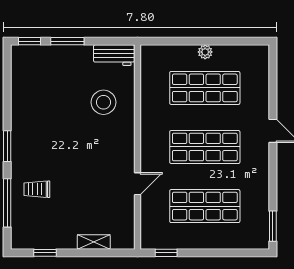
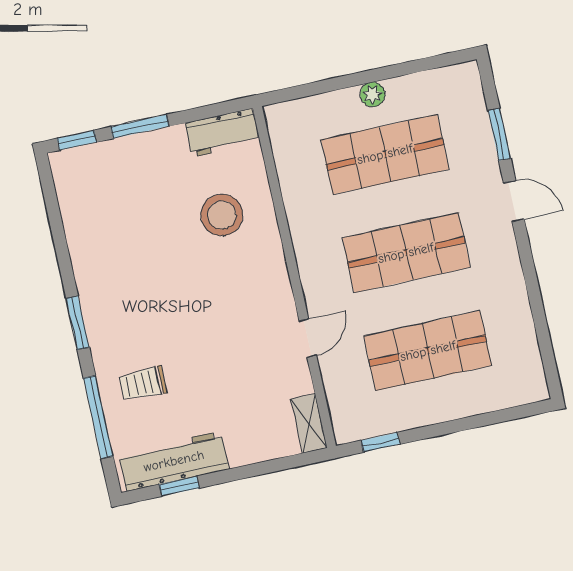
window: (273, 226) -> (499, 135), moved
workbench: (45, 238) -> (174, 461), added
shelving: (94, 242) -> (309, 423), moved, turned 90

